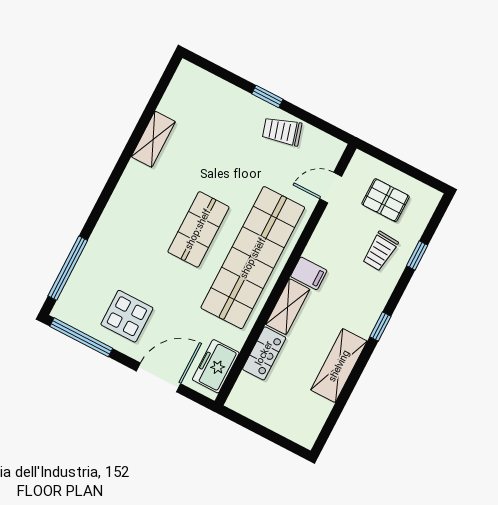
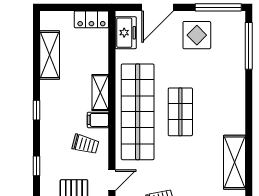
shelving: (153, 139) -> (235, 162), width x1.50, depth x1.33
trolley: (380, 251) -> (85, 144), moved, turned 101
locker: (264, 353) -> (91, 19), moved, turned -90
shelving: (339, 366) -> (50, 55), moved

